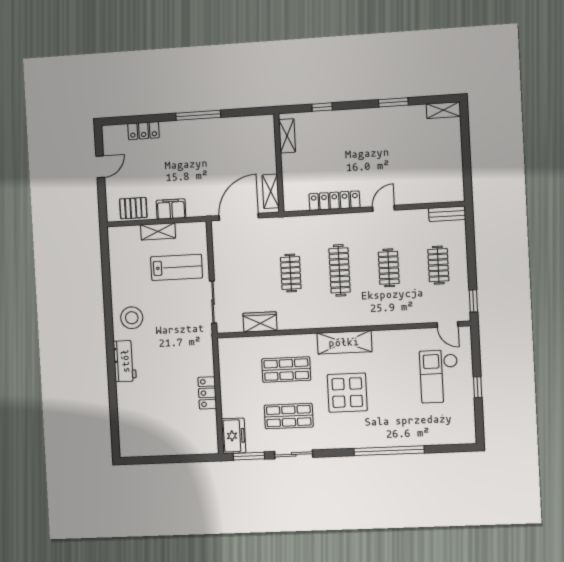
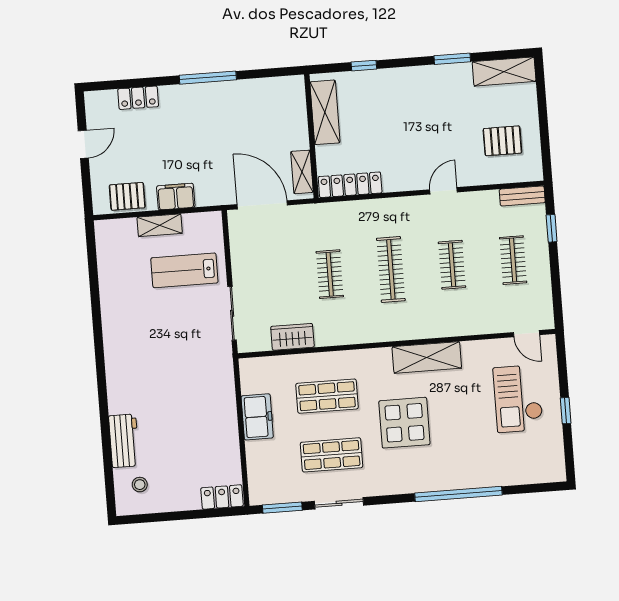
shelving: (443, 110) -> (504, 72), width x1.50, depth x1.33
shelving: (287, 136) -> (325, 112), width x1.50, depth x1.33
pallet: (432, 169) -> (502, 141), added
locker: (334, 201) -> (350, 185), moved
door: (239, 217) -> (262, 205), hinge flipped
lab bench: (177, 267) -> (184, 270), turned 180
window: (473, 301) -> (552, 228), moved
stool: (132, 318) -> (140, 485), moved, width x0.53, depth x0.53
shelving: (344, 342) -> (427, 357), moved
workbench: (125, 361) -> (124, 441), moved
locker: (207, 393) -> (222, 497), moved, turned 90
freezer: (234, 436) -> (257, 417), moved

